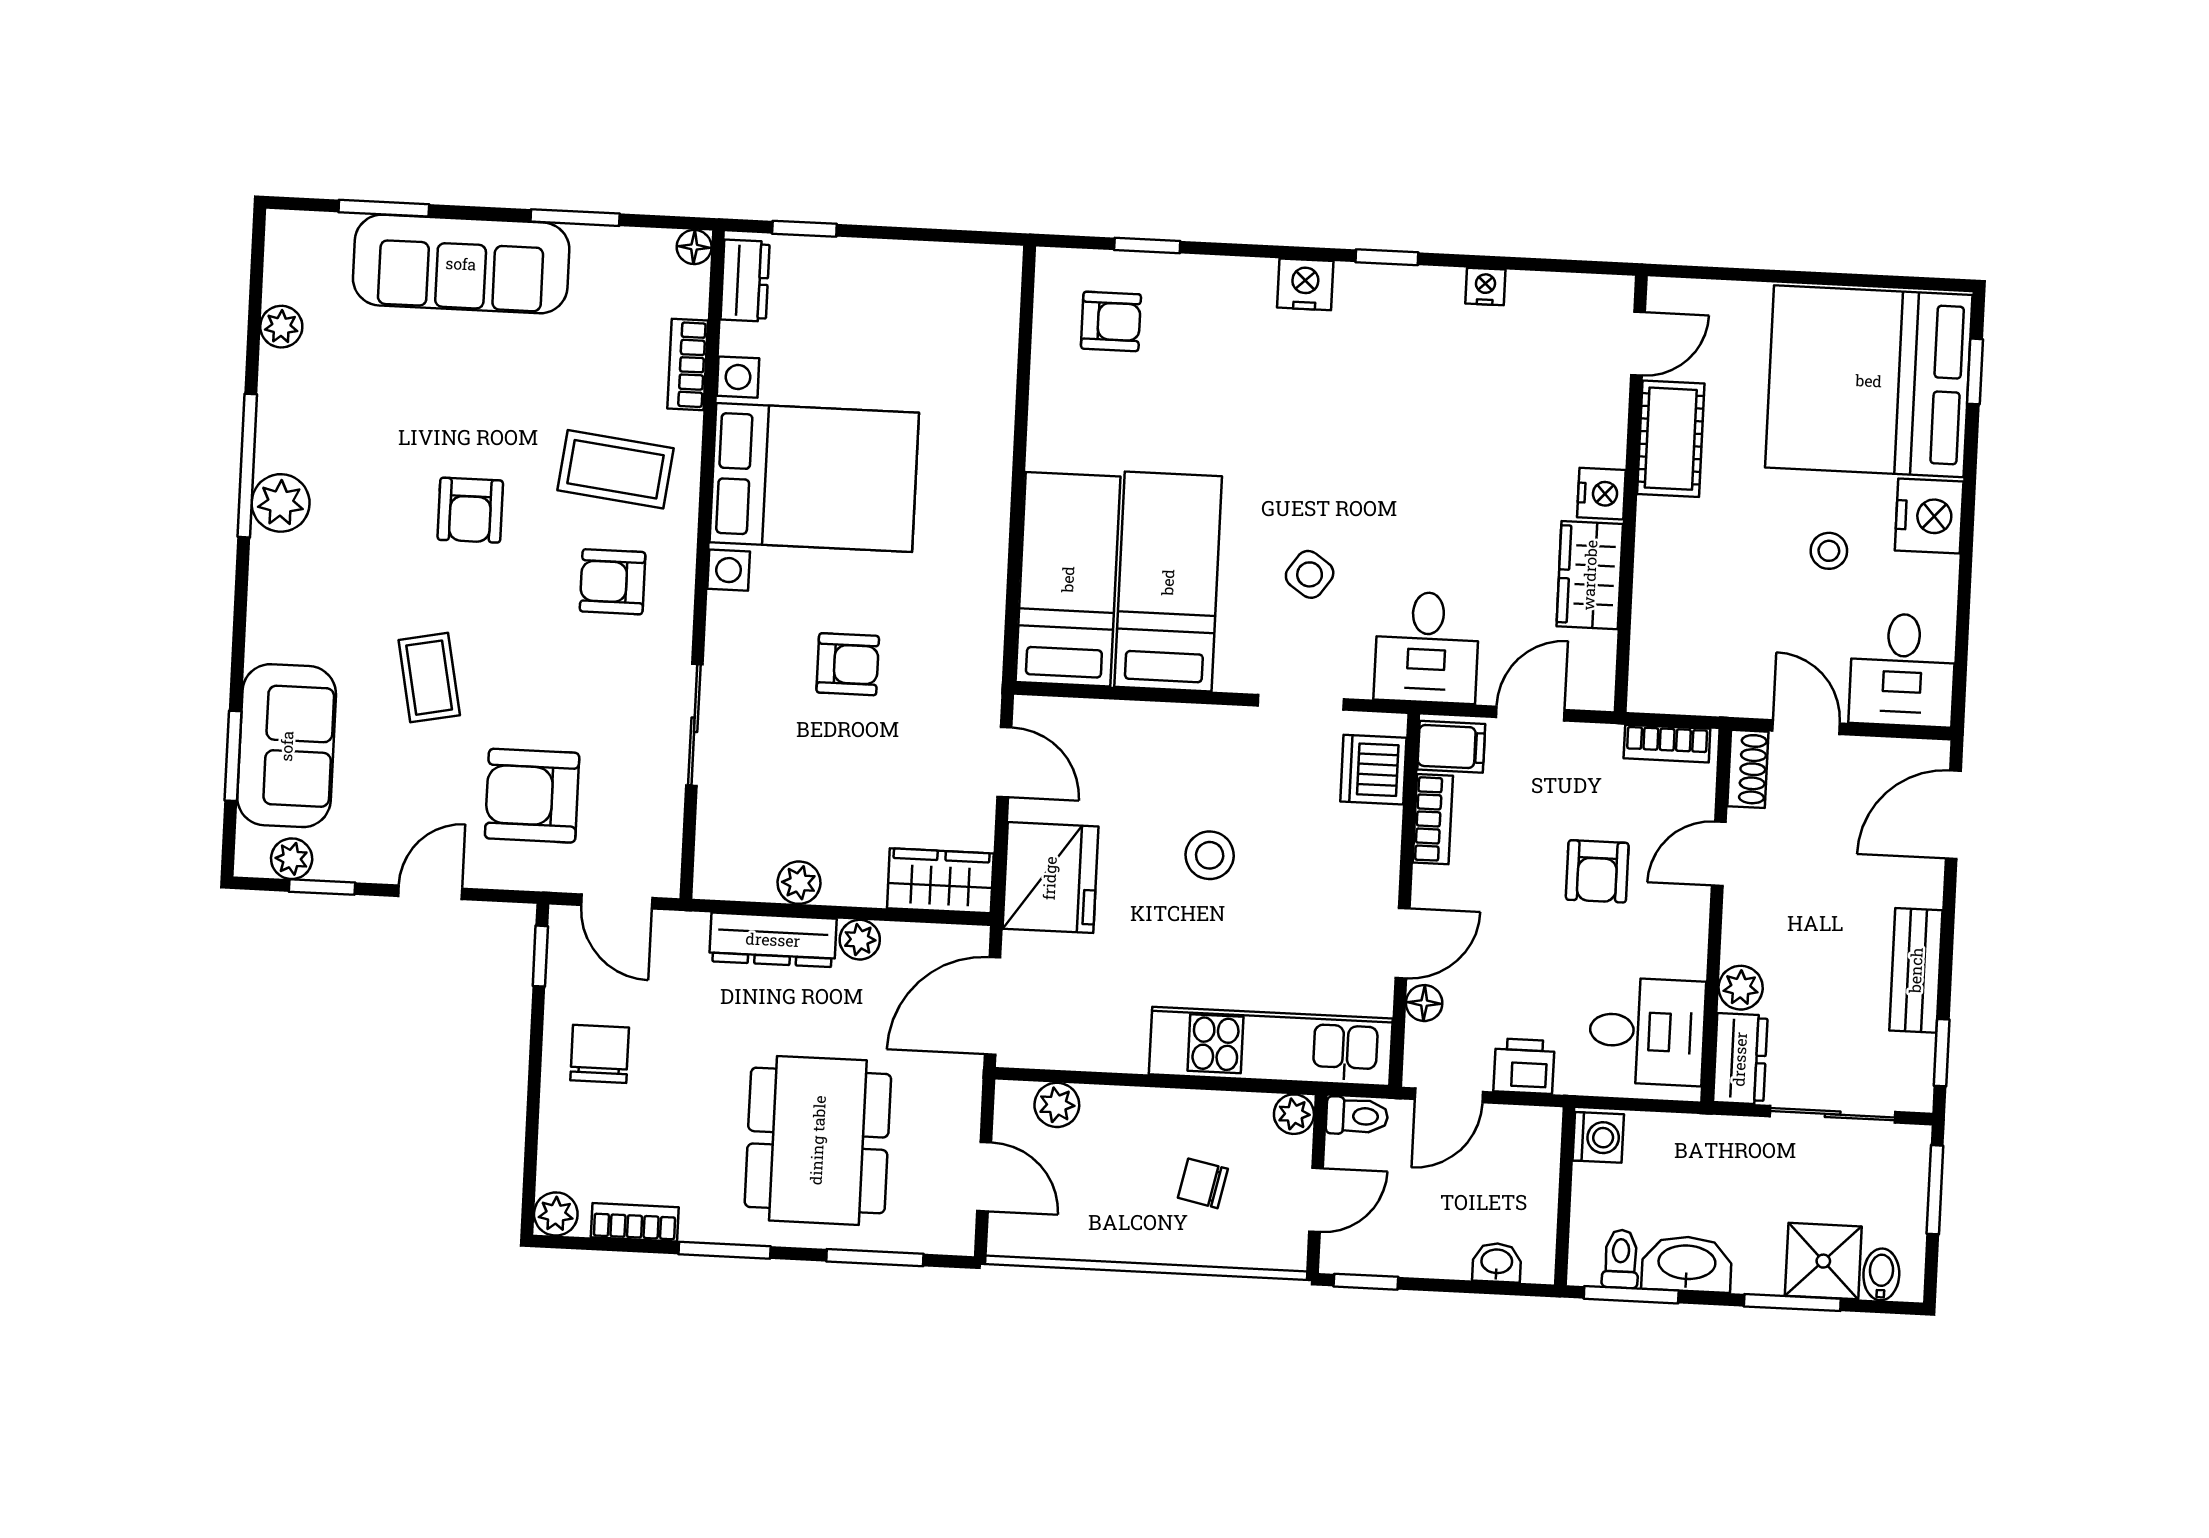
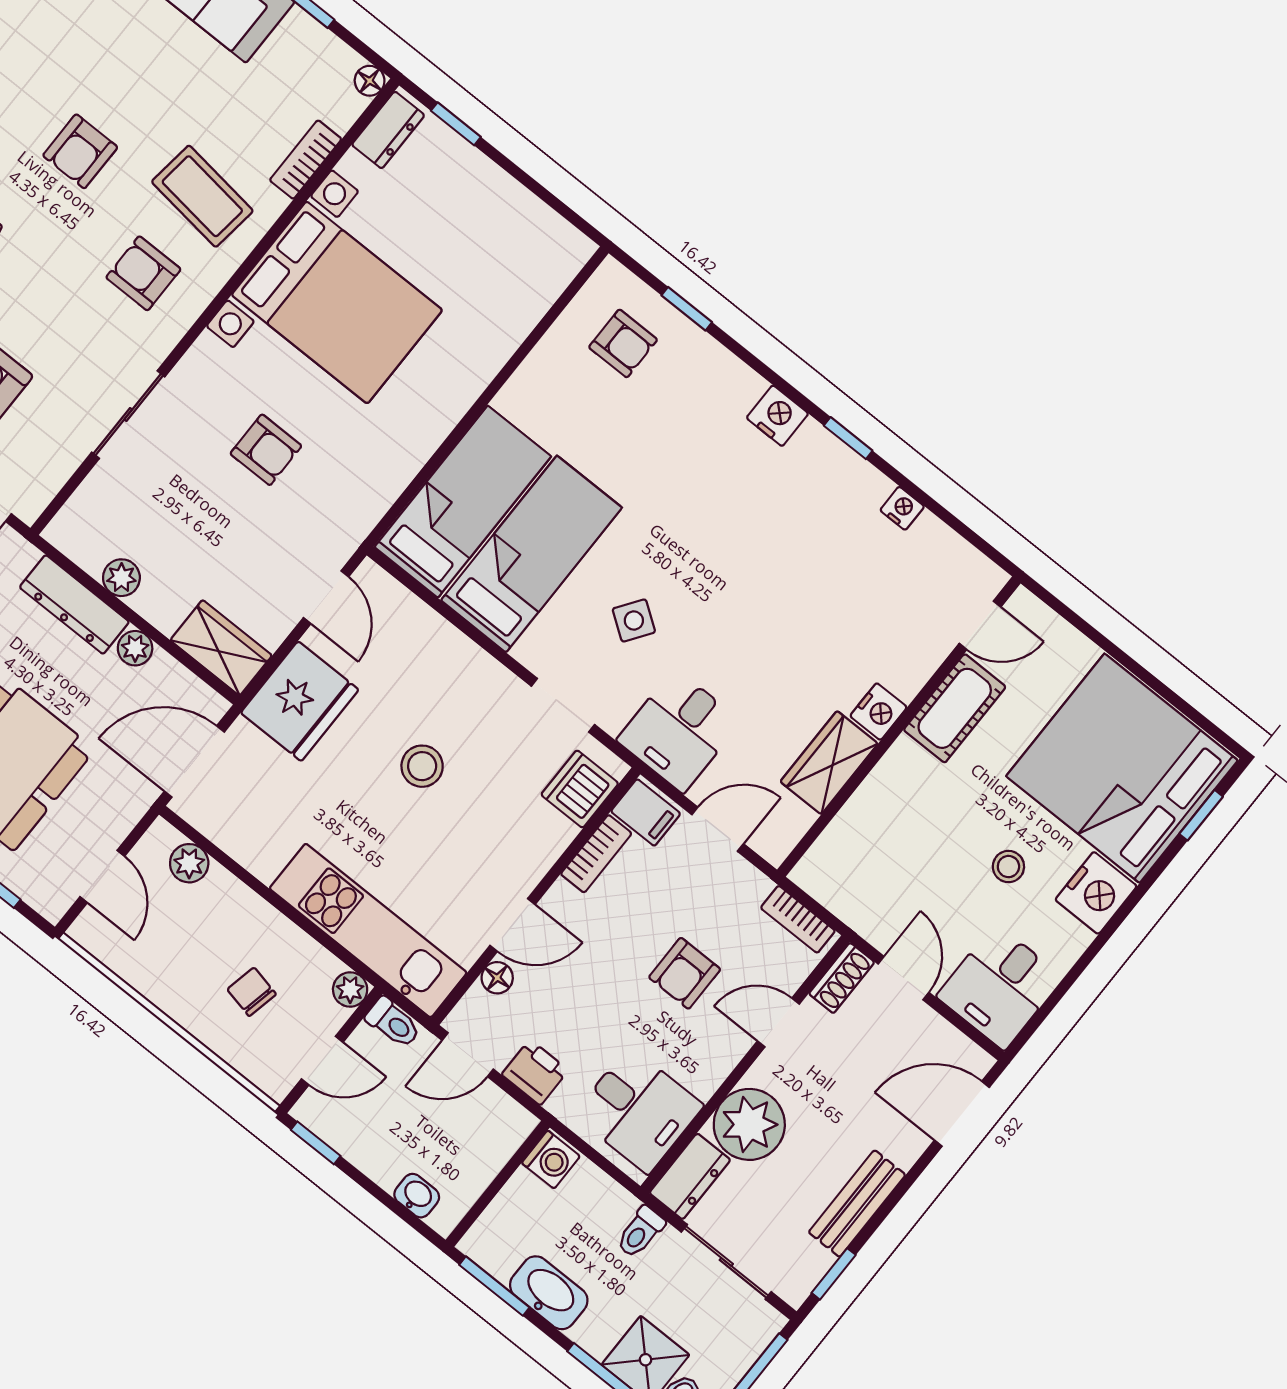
plant: (1741, 988) -> (749, 1124), width x1.88, depth x1.88
toilet: (1621, 1259) -> (640, 1232), moved, turned 180

